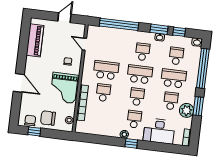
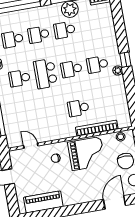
door: (84, 44) -> (31, 146), swing flipped
school desk: (106, 70) -> (52, 113), removed
school desk: (174, 78) -> (39, 35), width x0.54
door: (19, 83) -> (114, 202), moved
desk: (159, 131) -> (102, 33), removed

